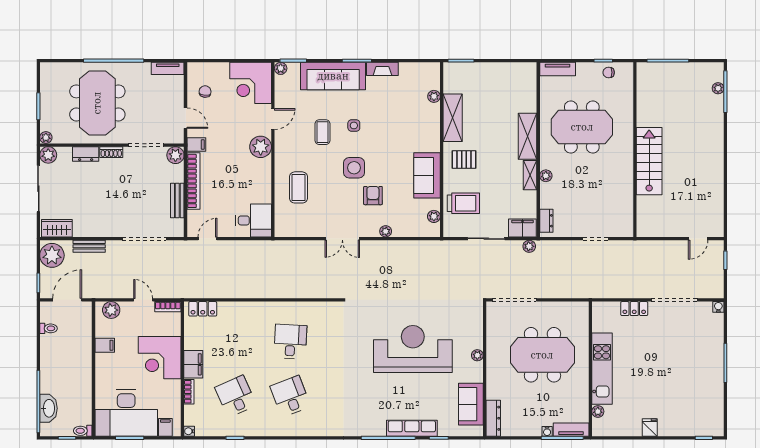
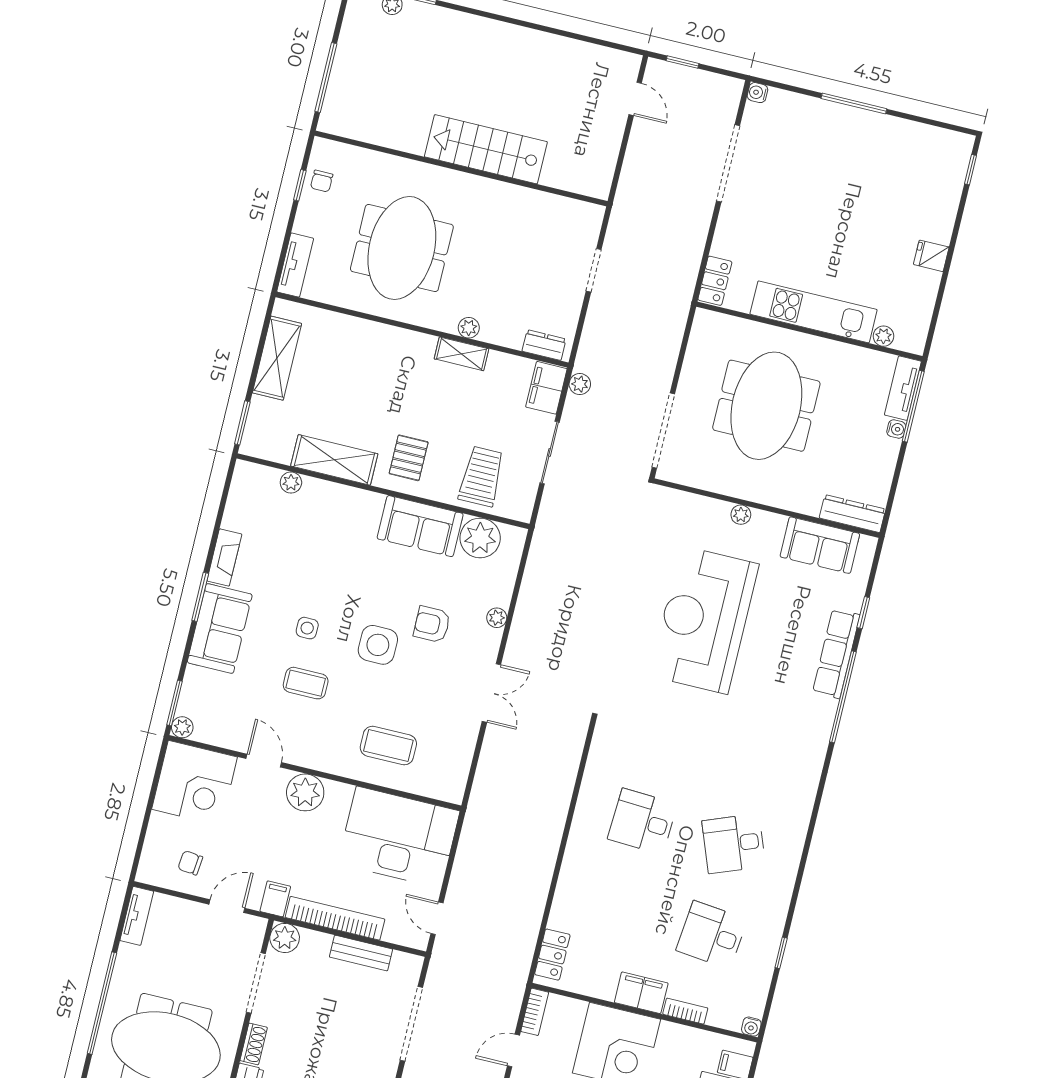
sofa: (333, 76) -> (220, 628), width x0.73
shelving: (527, 136) -> (277, 358), moved, turned 90
plant: (434, 216) -> (480, 538), width x1.88, depth x1.88
desk: (253, 220) -> (399, 837), width x1.87, depth x1.30
locker: (634, 309) -> (715, 281), moved
desk: (236, 396) -> (712, 935), turned 30

